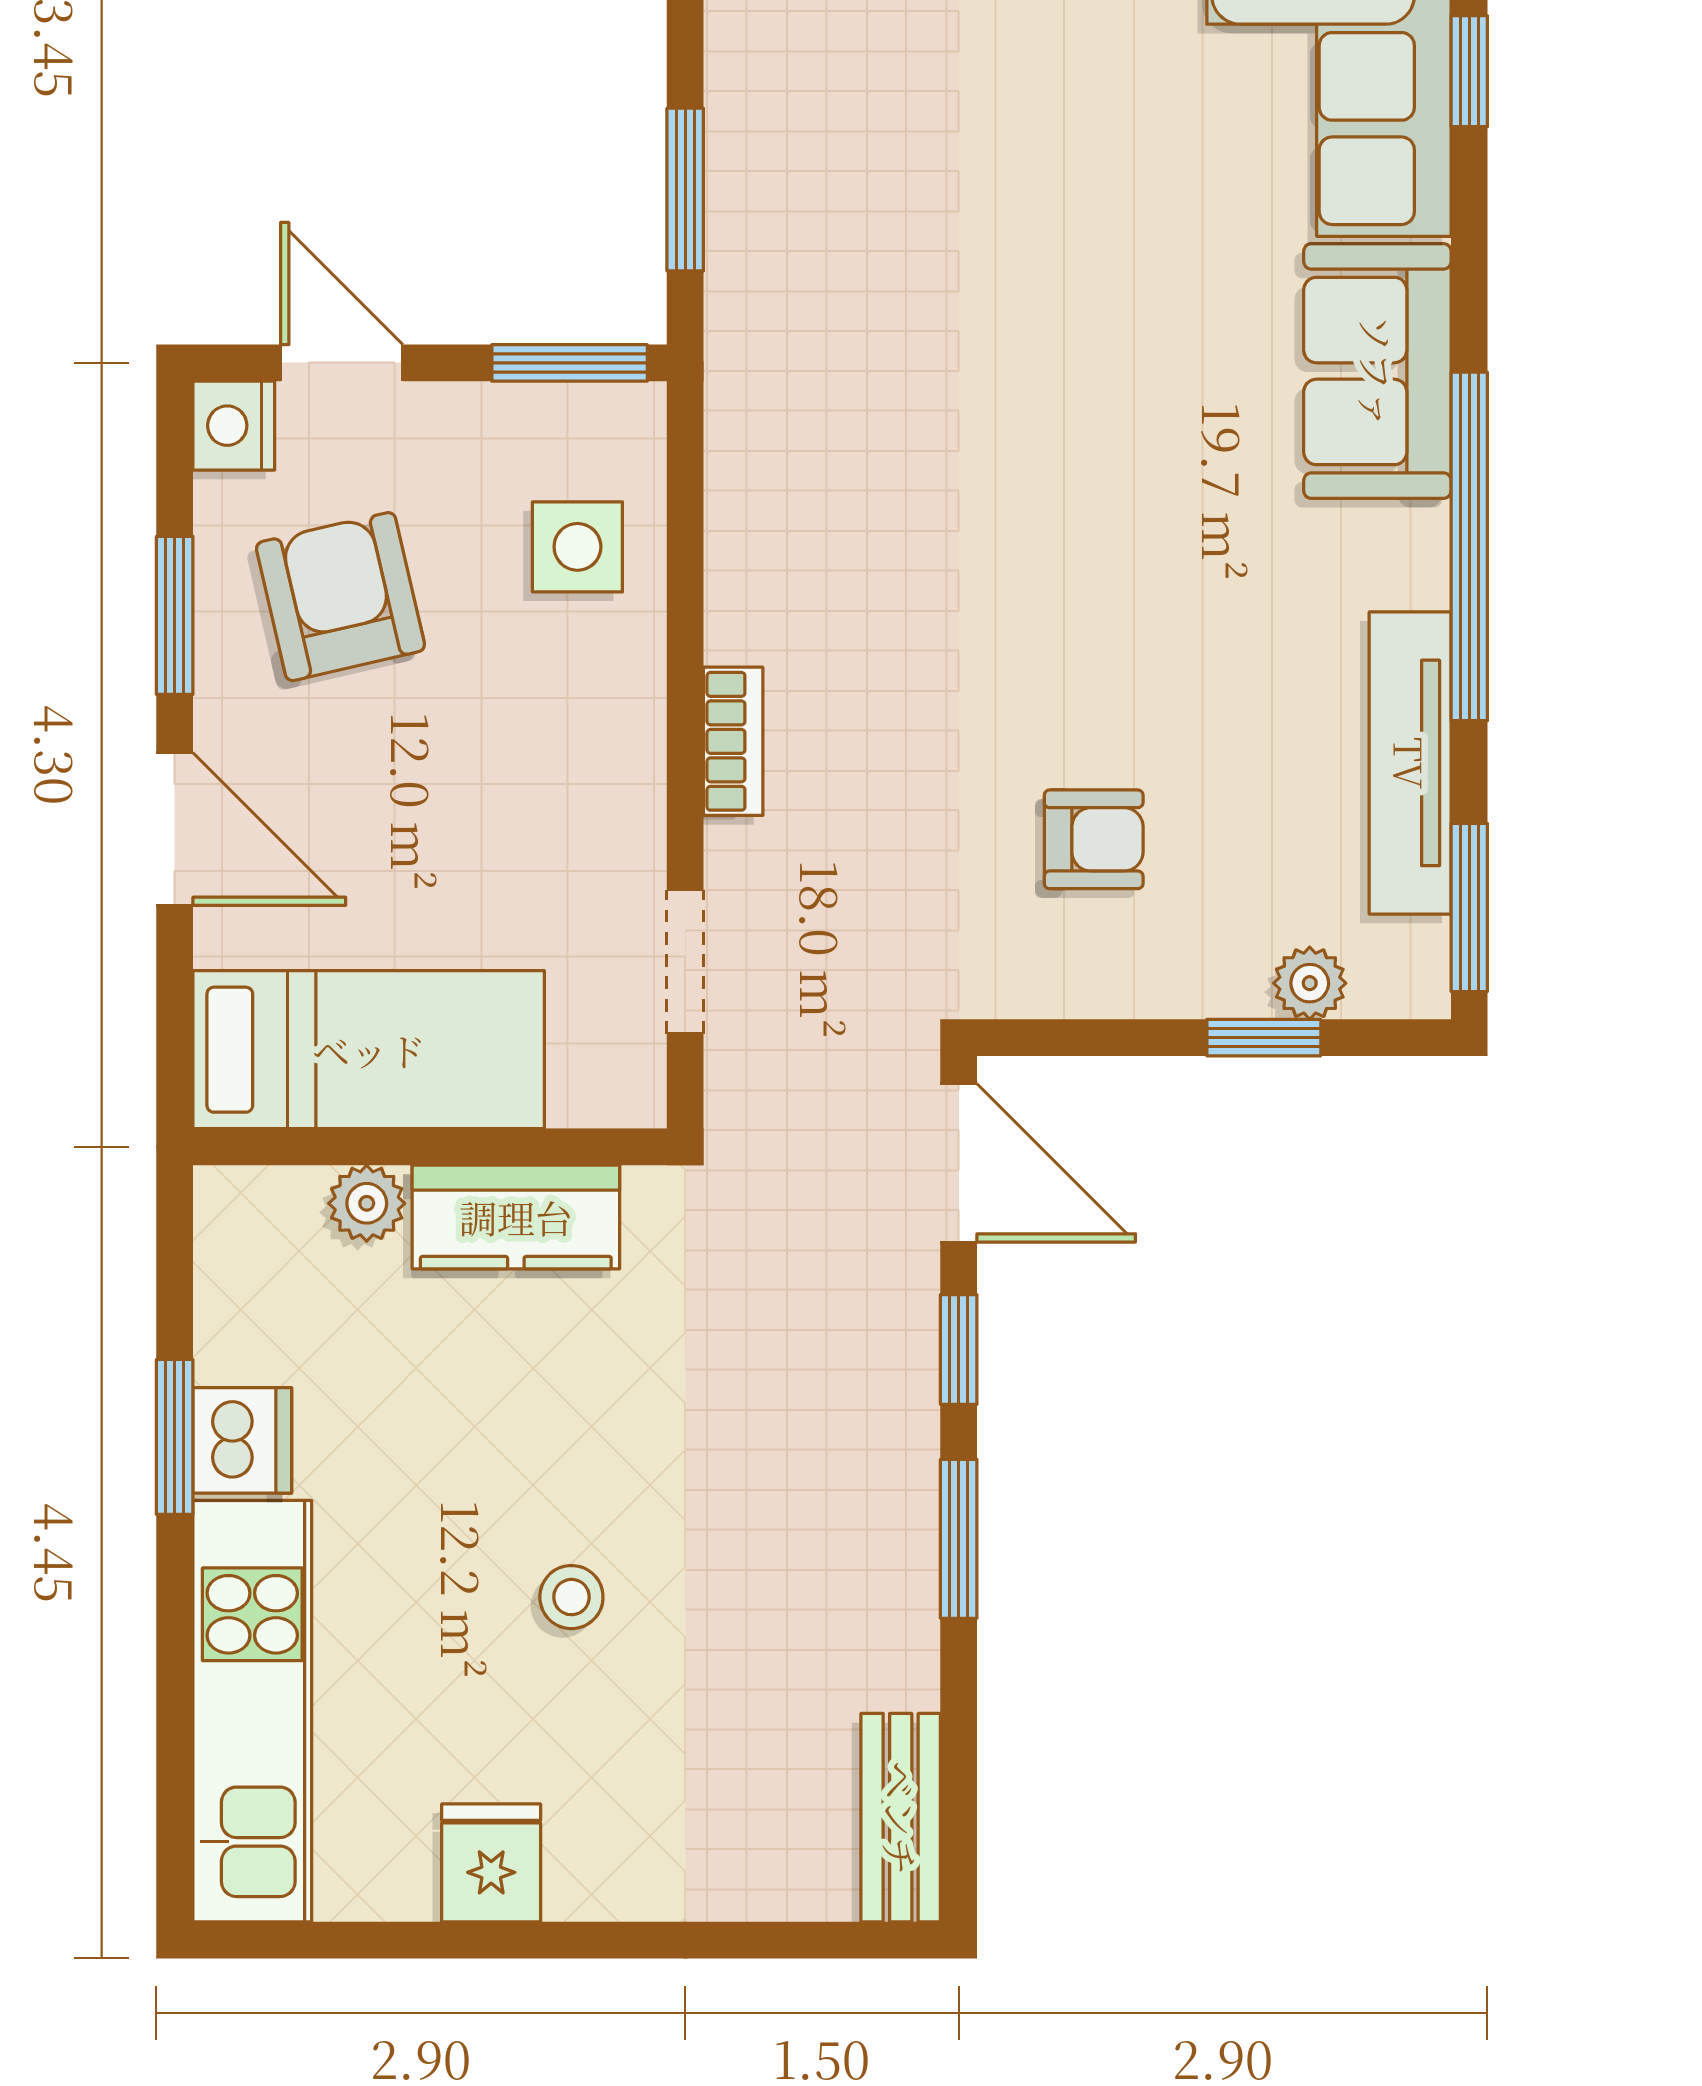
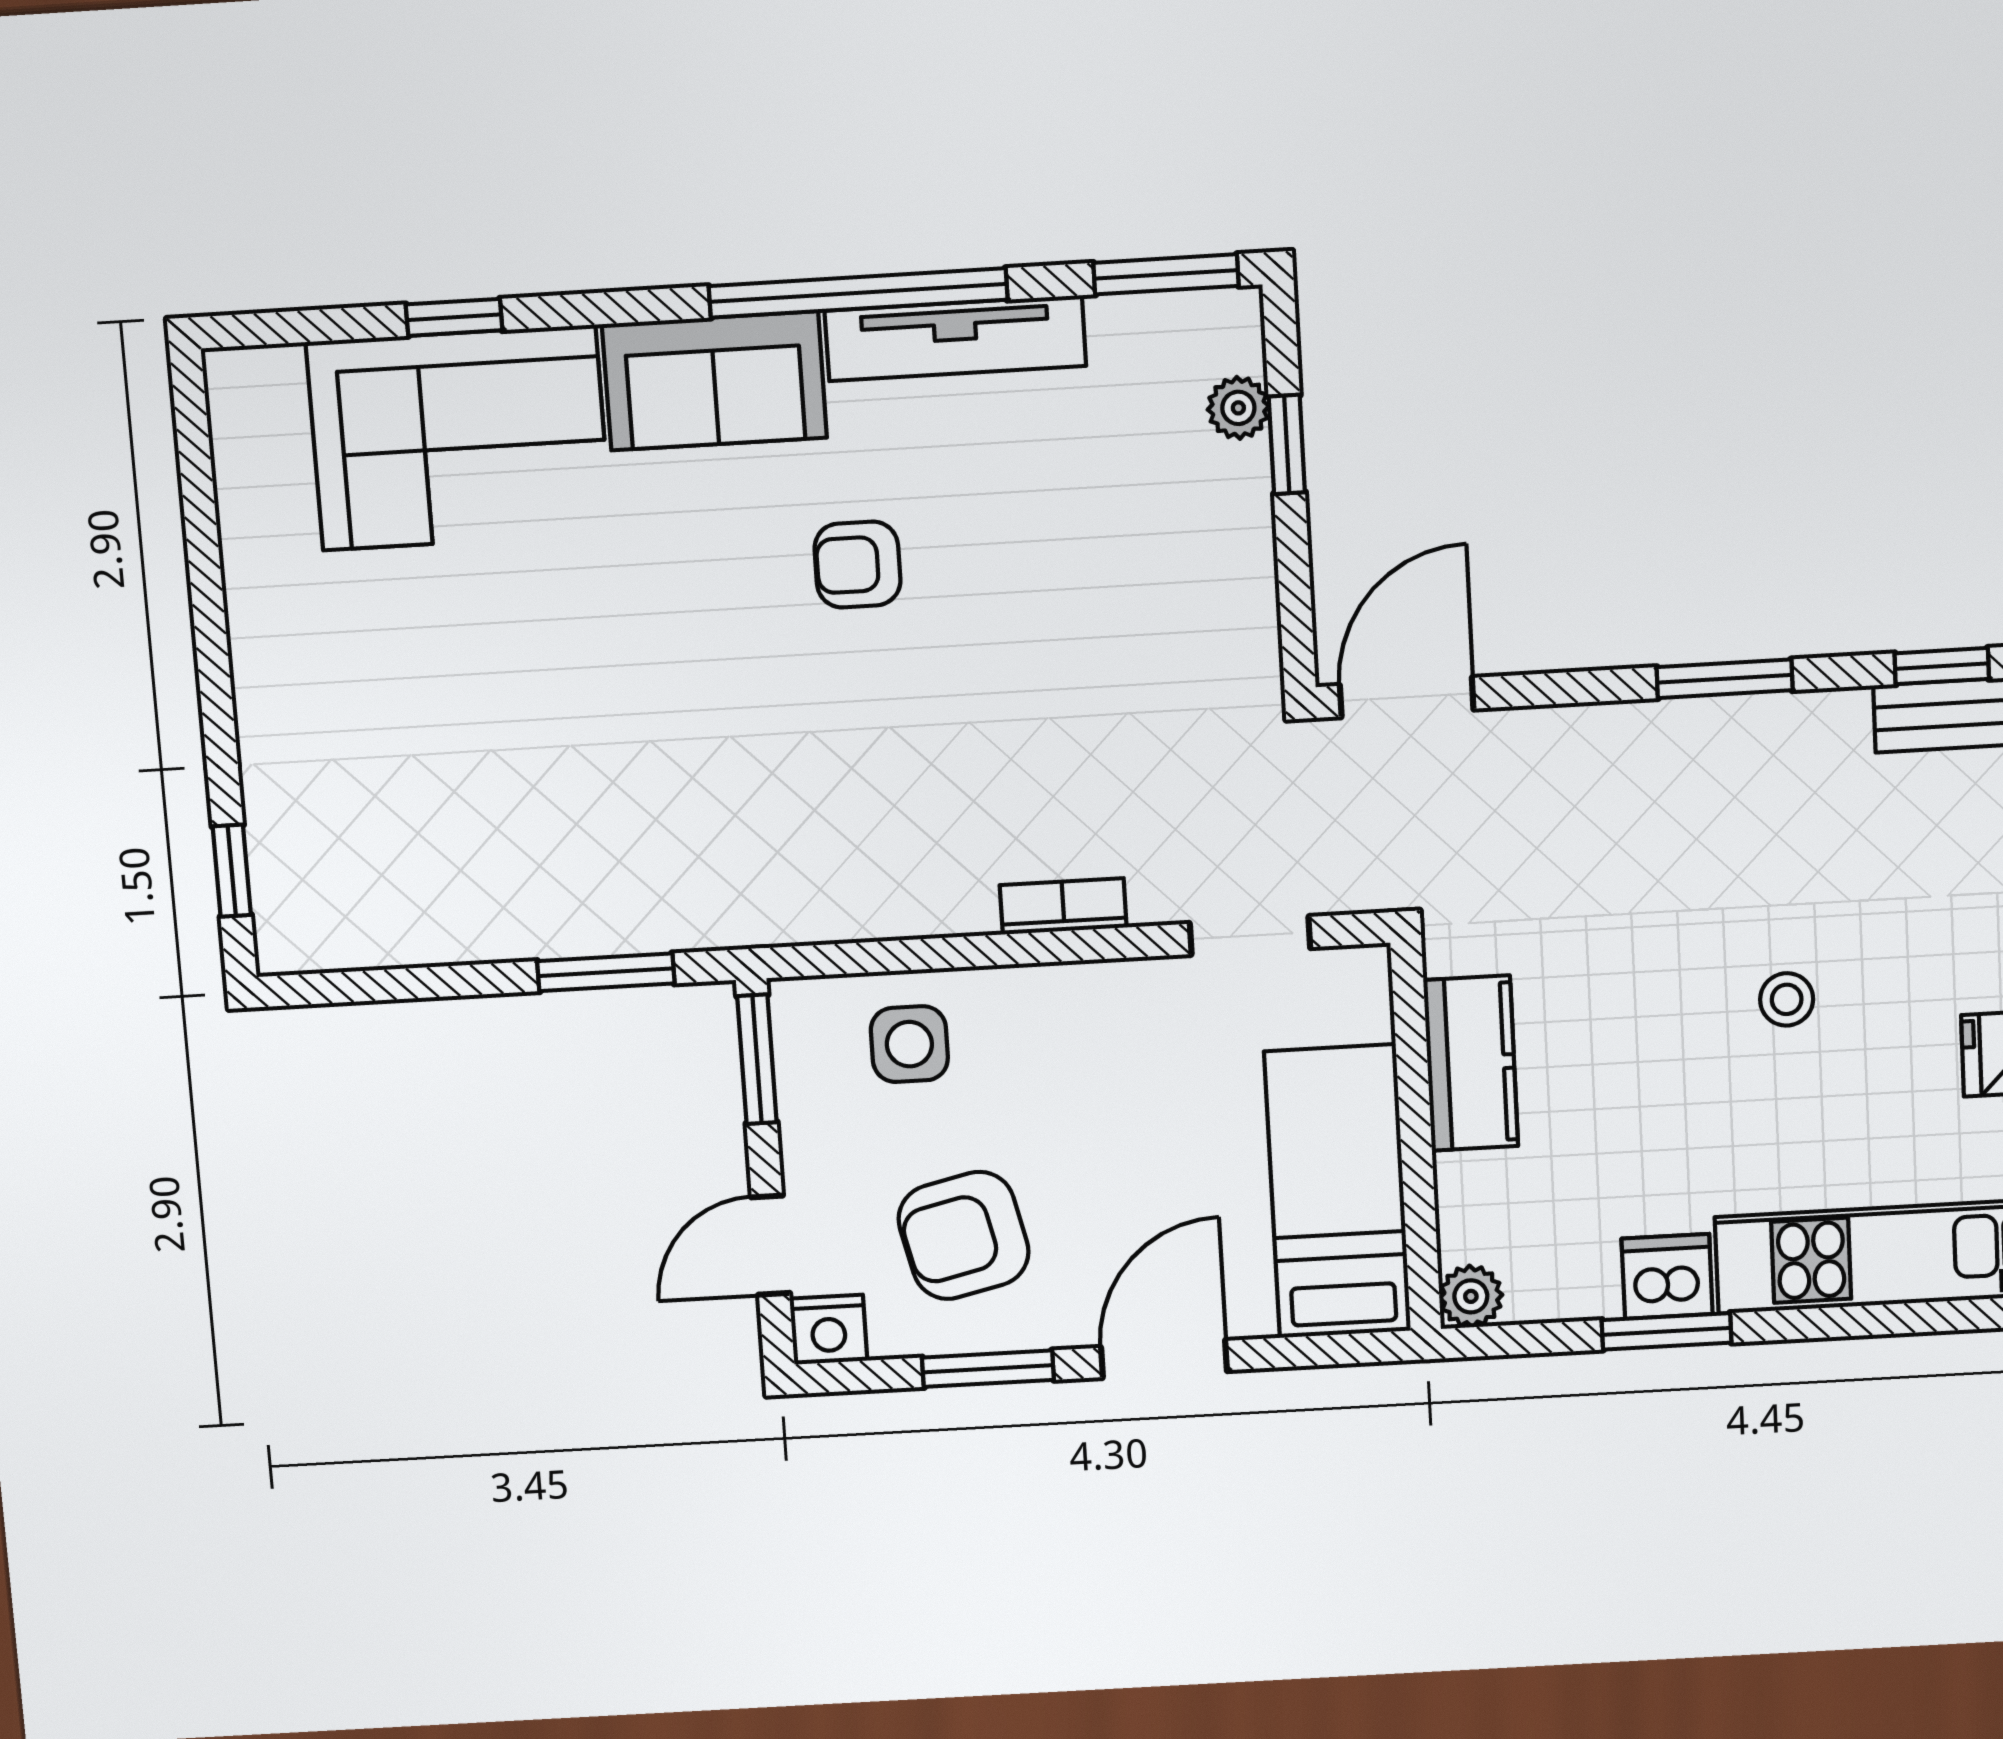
tv unit: (1410, 763) -> (955, 338), moved
armchair: (1094, 839) -> (857, 565), moved, turned -90
plant: (367, 1203) -> (1471, 1296), moved
window: (959, 1349) -> (1942, 666), moved

